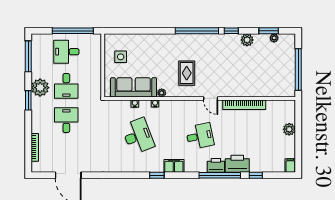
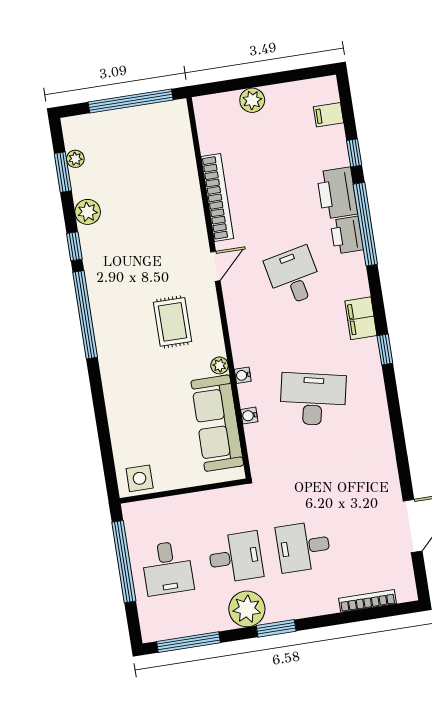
side table: (121, 57) -> (140, 478), moved
rug: (187, 73) -> (173, 322), turned 90
desk: (138, 136) -> (313, 399), turned 33
filing cabinet: (290, 166) -> (328, 115), moved

